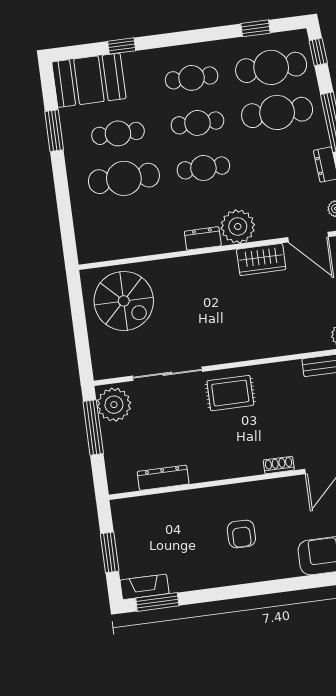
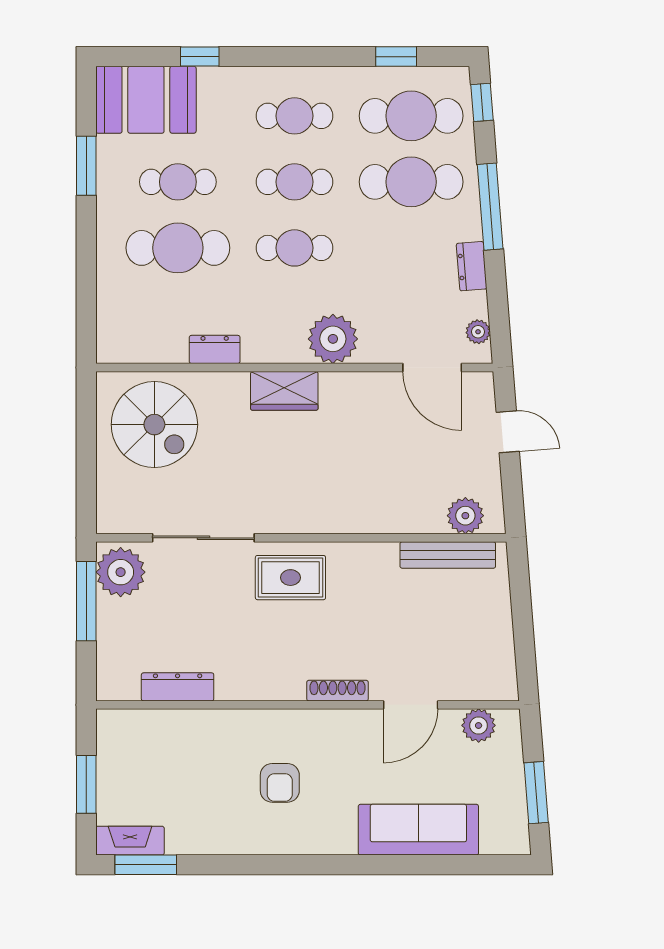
dresser: (203, 238) -> (215, 349), moved
wardrobe: (261, 259) -> (284, 391), moved
shoe rack: (279, 465) -> (337, 691), width x1.43

